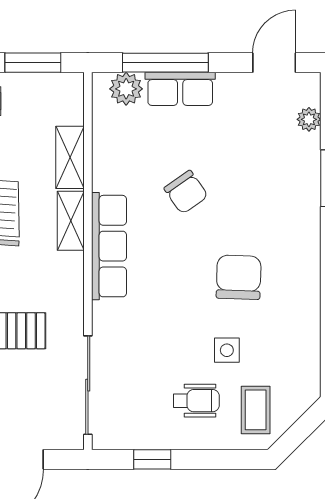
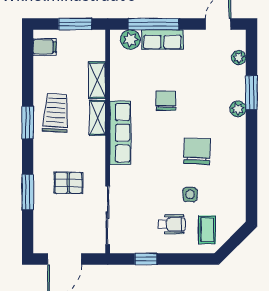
chair: (186, 192) -> (166, 101), turned -145
plant: (308, 206) -> (238, 109), added

